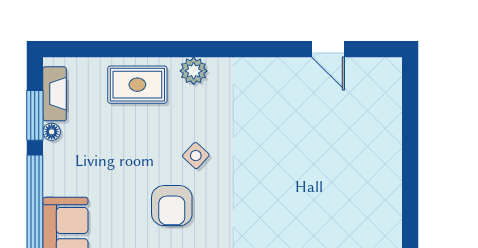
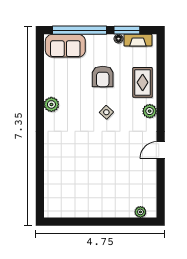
door: (328, 49) -> (161, 150), moved
plant: (391, 89) -> (140, 212), added
armchair: (172, 206) -> (103, 77), moved, turned -90

